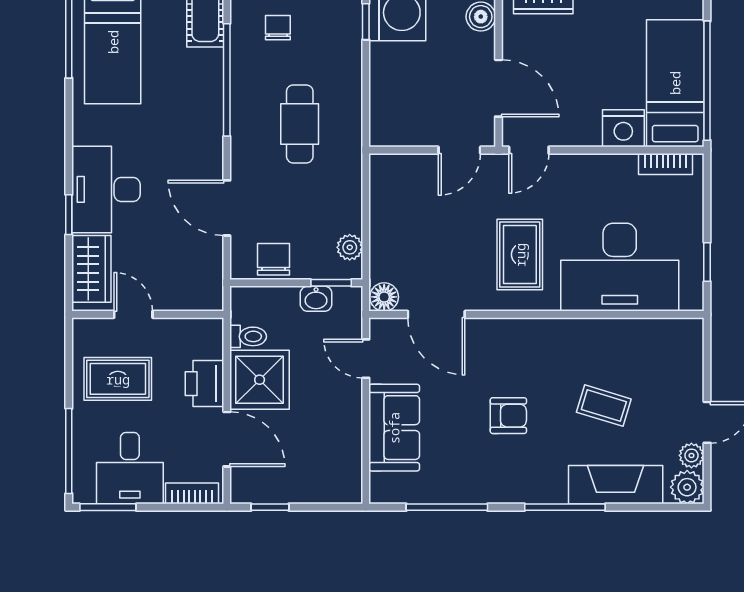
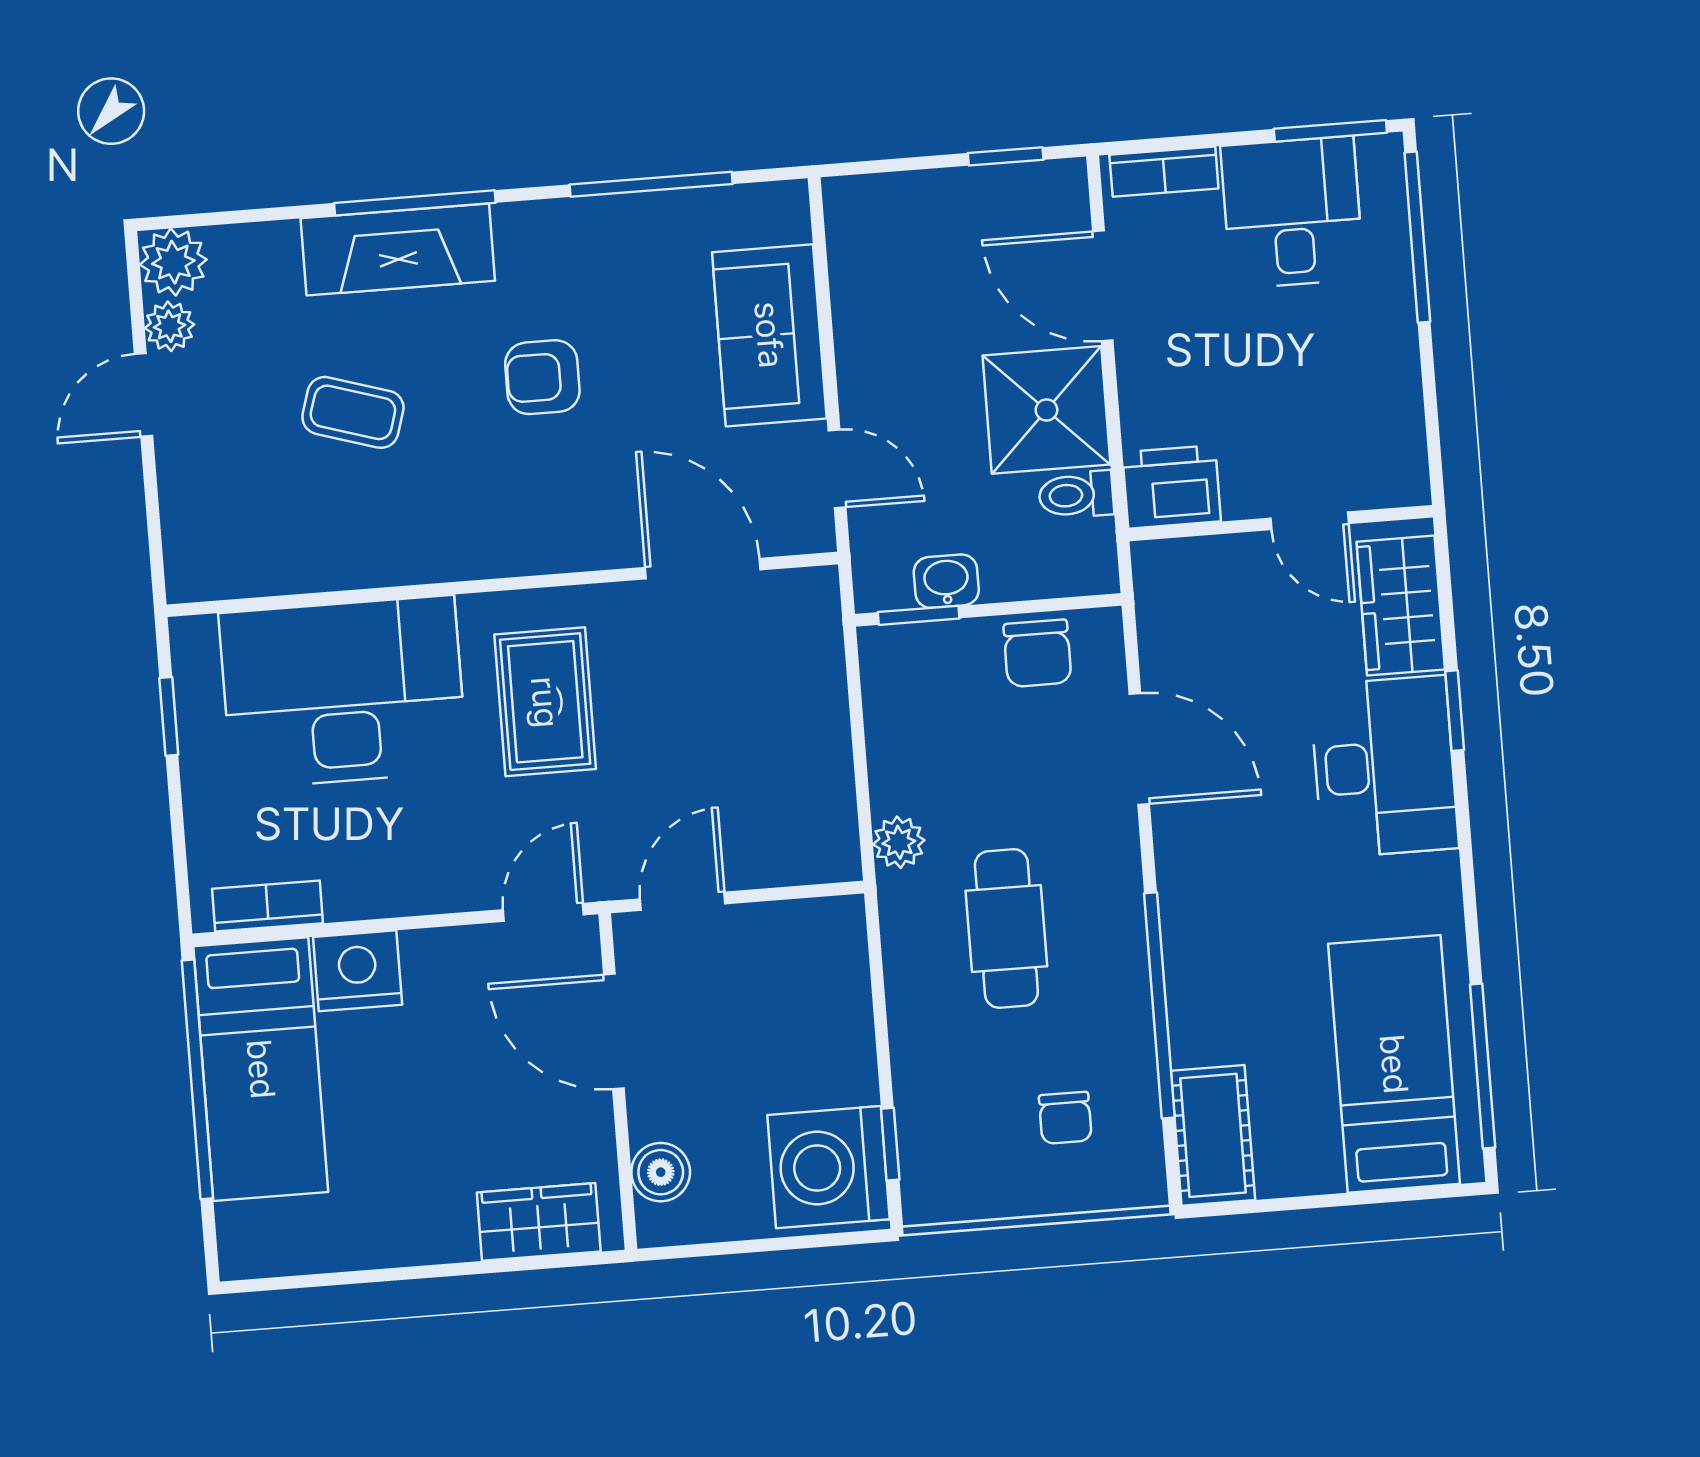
plant: (350, 247) -> (899, 842), moved
floor lamp: (384, 297) -> (810, 595), removed
rug: (118, 379) -> (1331, 389), removed
printer: (205, 384) -> (1172, 487), moved, turned -90
fireplace: (616, 485) -> (398, 250), moved

